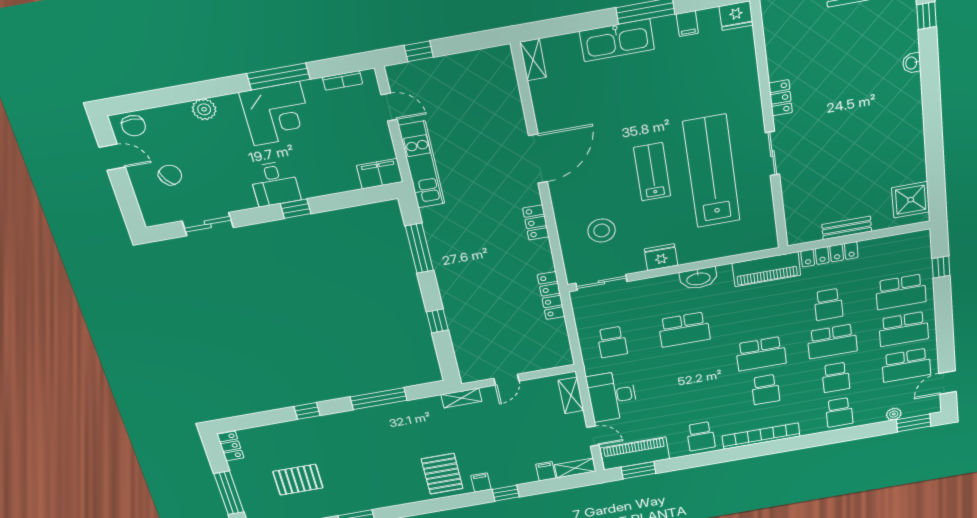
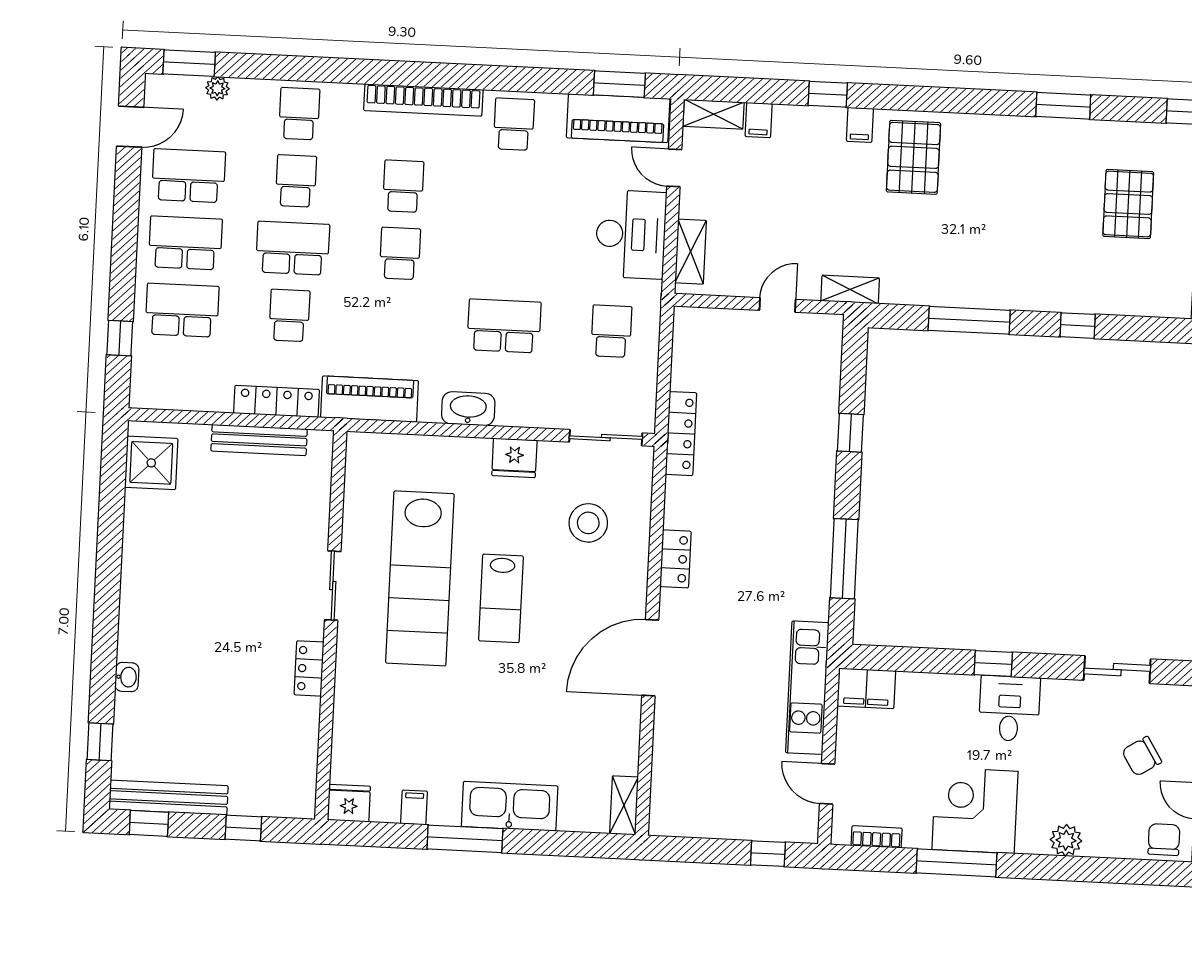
bench: (847, 228) -> (259, 440), width x1.36
school desk: (761, 354) -> (400, 253), width x0.54
pallet: (298, 480) -> (1128, 204), turned 90

